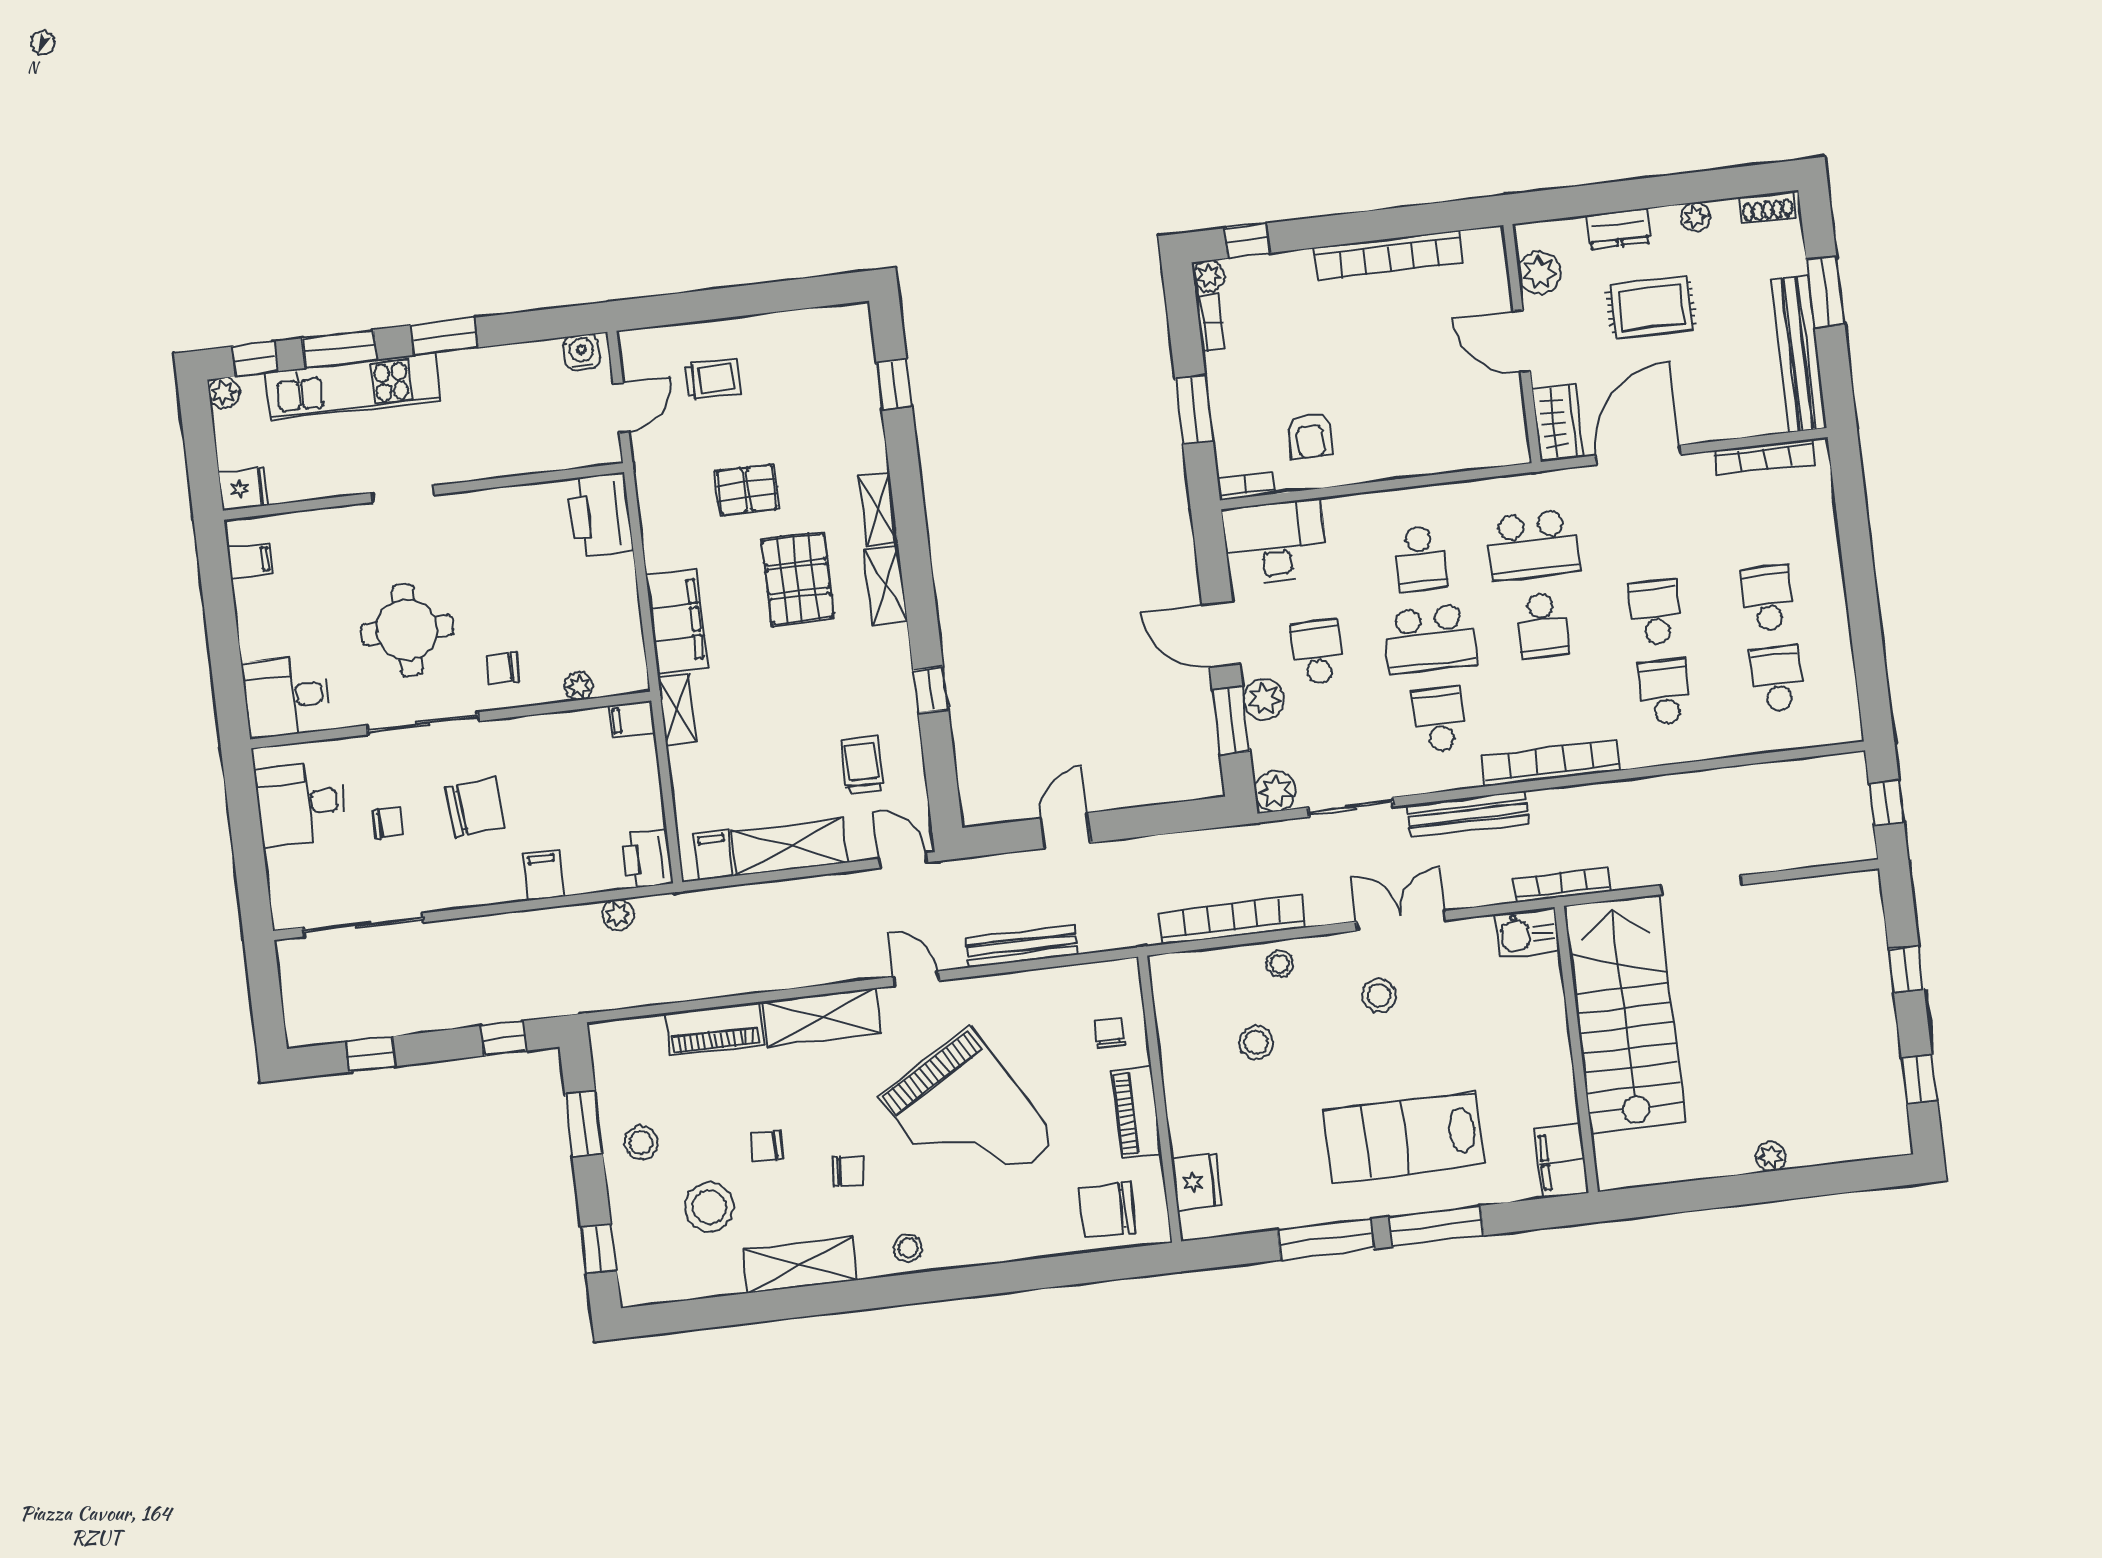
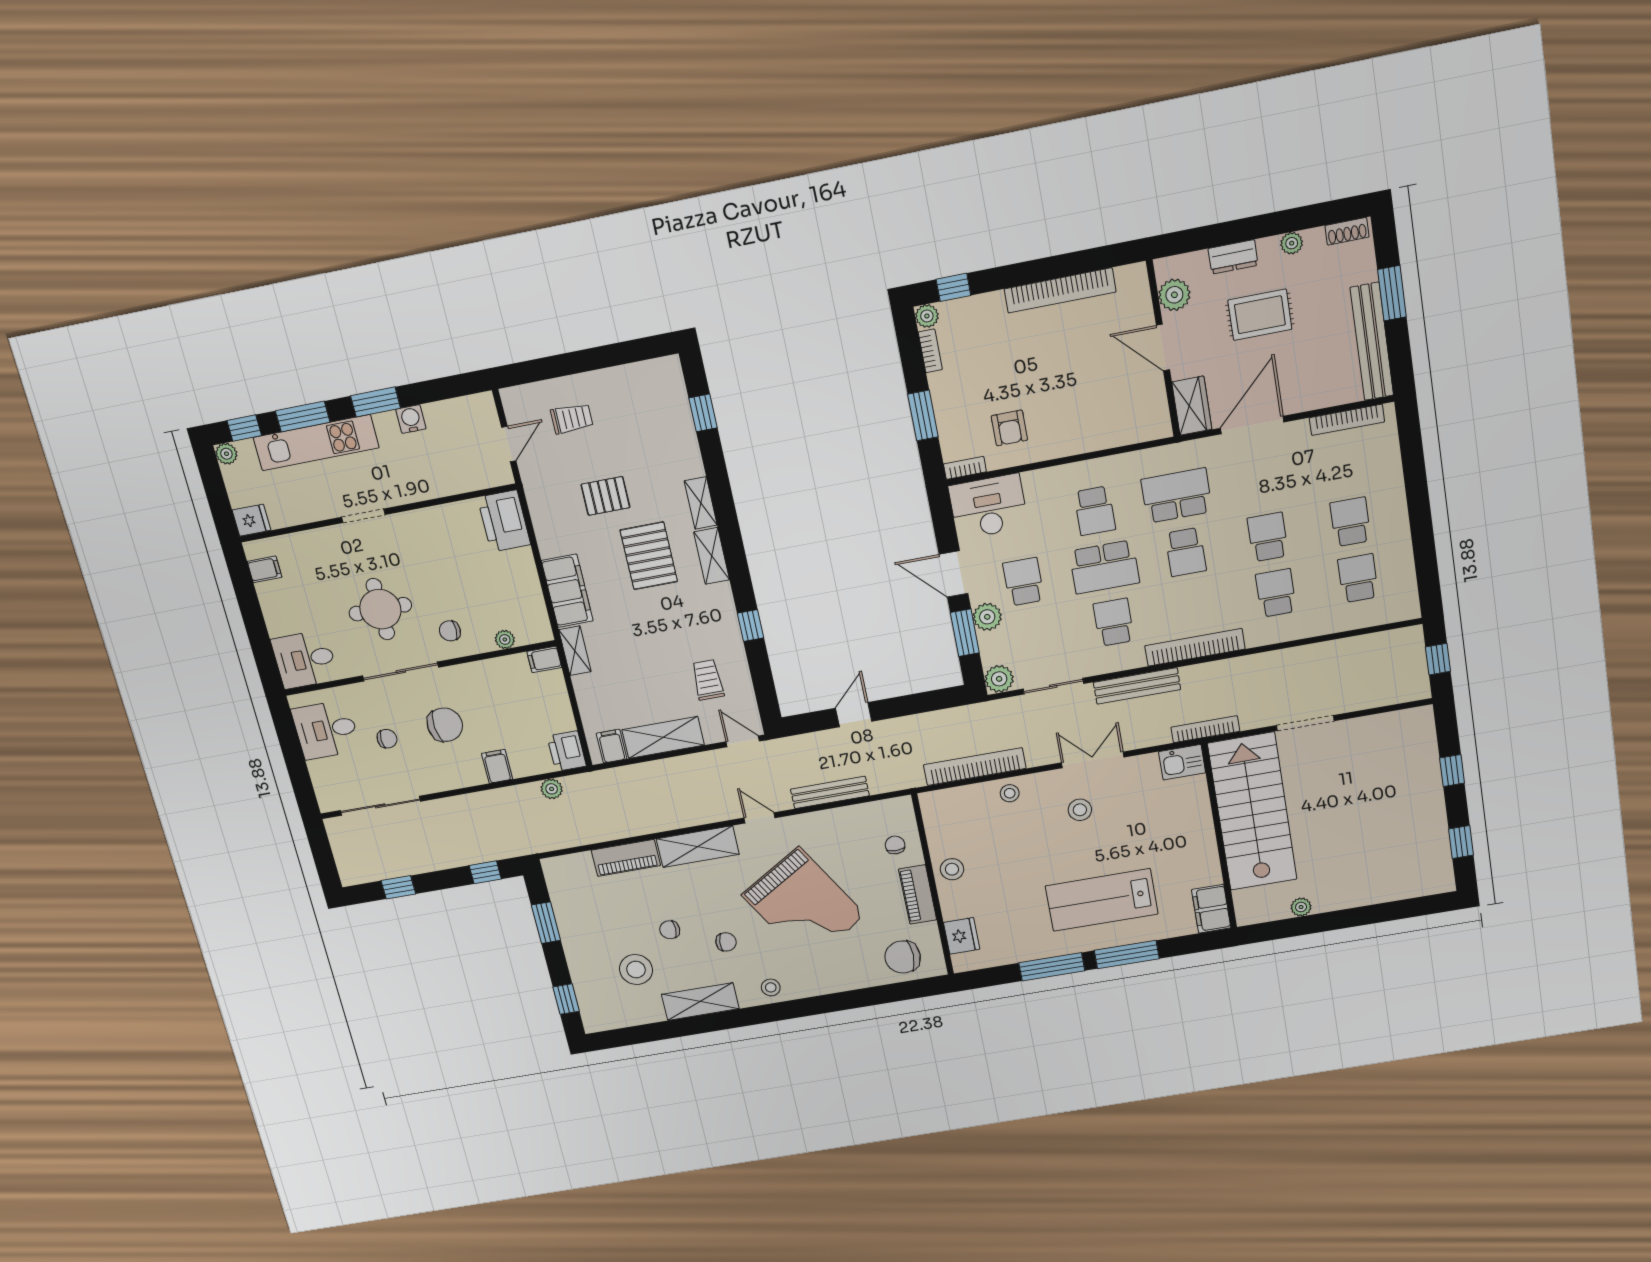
water cooler: (582, 352) -> (411, 419), moved
school desk: (1533, 545) -> (1177, 495), turned 180
stool: (1256, 1042) -> (952, 869), moved
stool: (641, 1143) -> (586, 932), removed
plant: (1771, 1156) -> (1301, 907), moved

